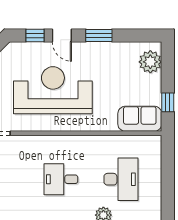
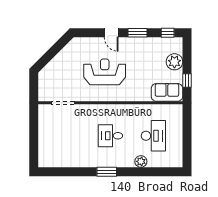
window: (35, 36) -> (168, 33), moved
plant: (150, 62) -> (174, 62), moved
reception desk: (53, 90) -> (105, 72), width x0.74, depth x0.77

